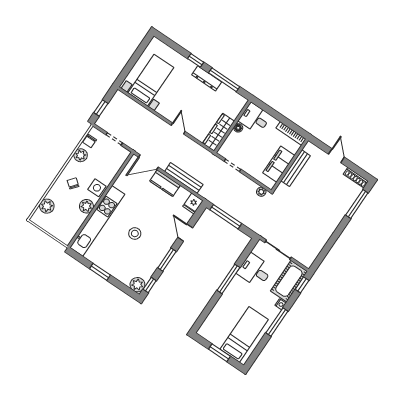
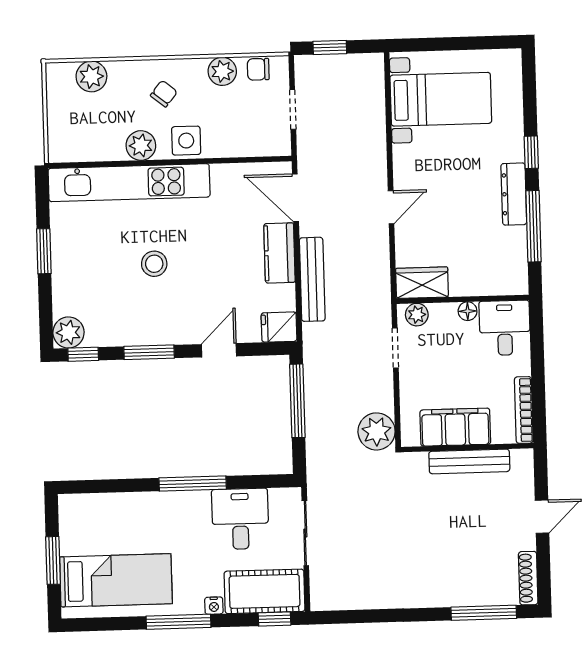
wardrobe: (218, 132) -> (422, 283), width x0.67
plant: (226, 148) -> (417, 315), added
plant: (261, 192) -> (377, 431), width x1.88, depth x1.88

